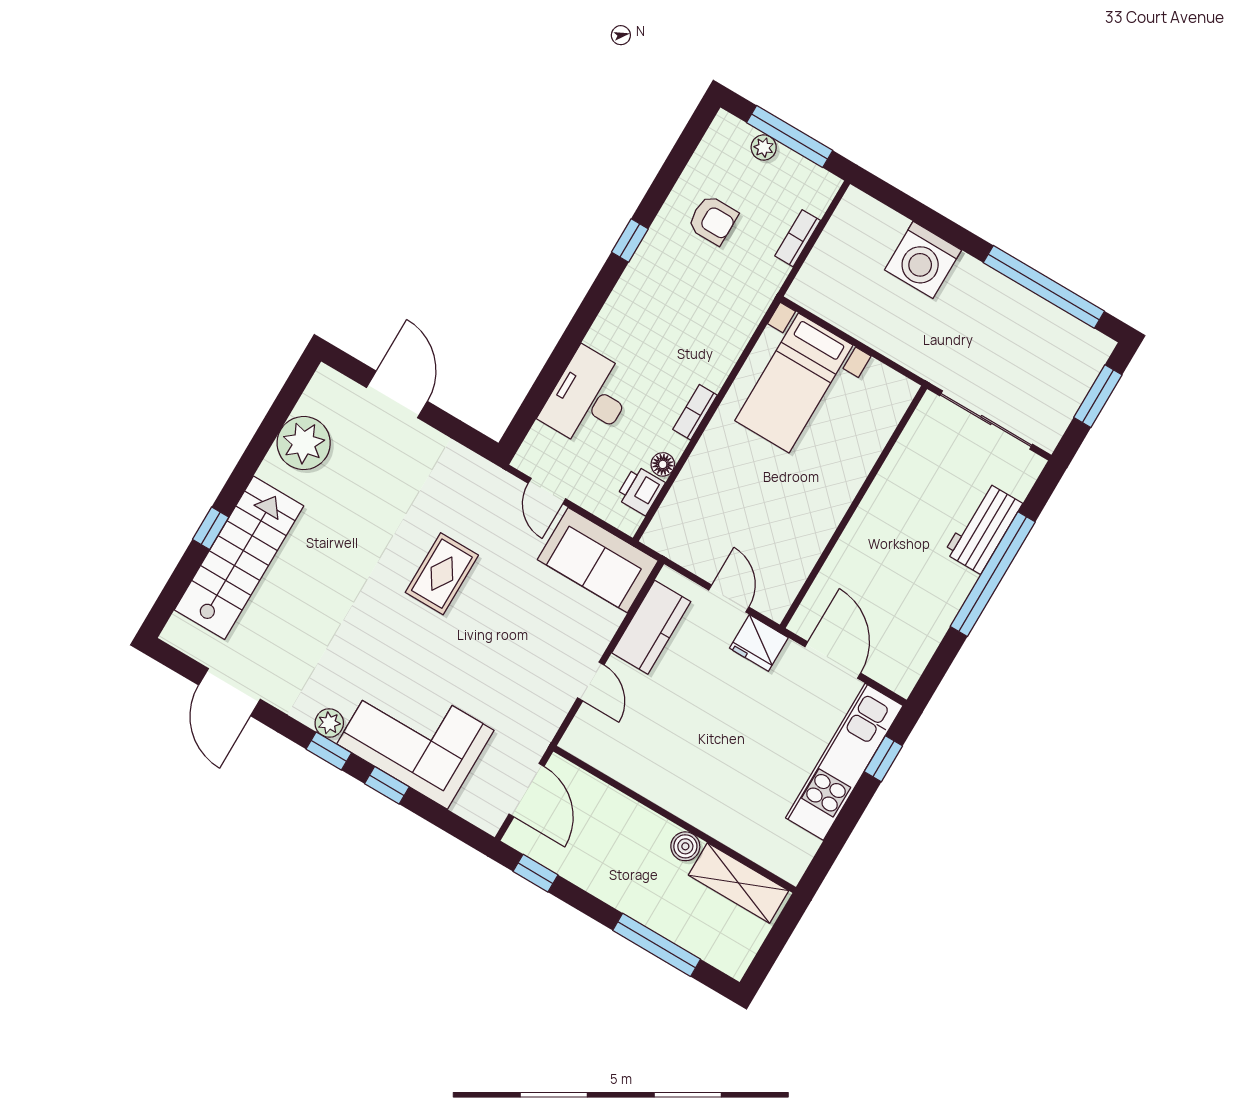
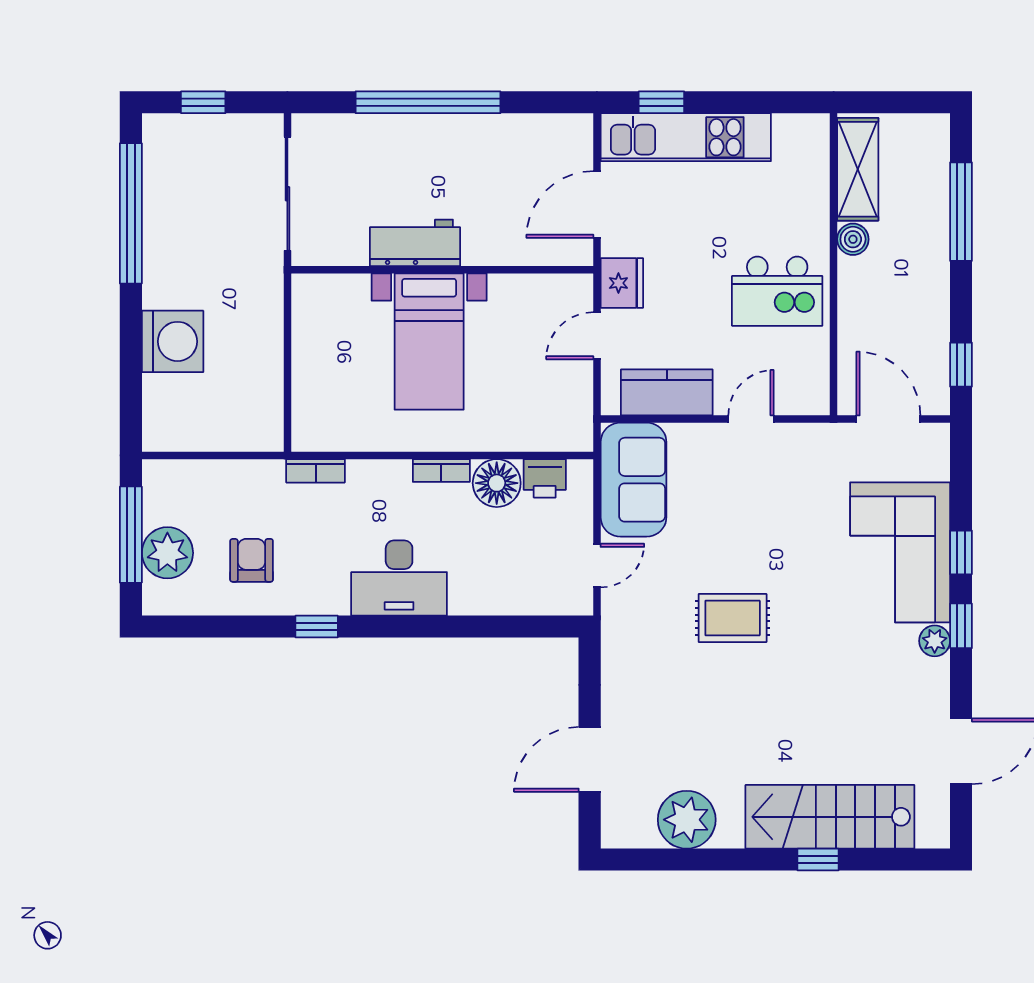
plant: (764, 148) -> (167, 553), width x1.88, depth x1.88
bookcase: (798, 238) -> (316, 471), moved
bed with nightstands: (794, 383) -> (429, 342), moved, turned 90
window: (1098, 396) -> (203, 102), width x0.67
desk: (588, 398) -> (399, 578), moved
floor lamp: (663, 464) -> (497, 483), width x1.89, depth x1.89
workbench: (983, 528) -> (415, 243), moved, turned 180
kitchen island: (680, 762) -> (777, 291), added
door: (526, 790) -> (888, 419), hinge flipped

